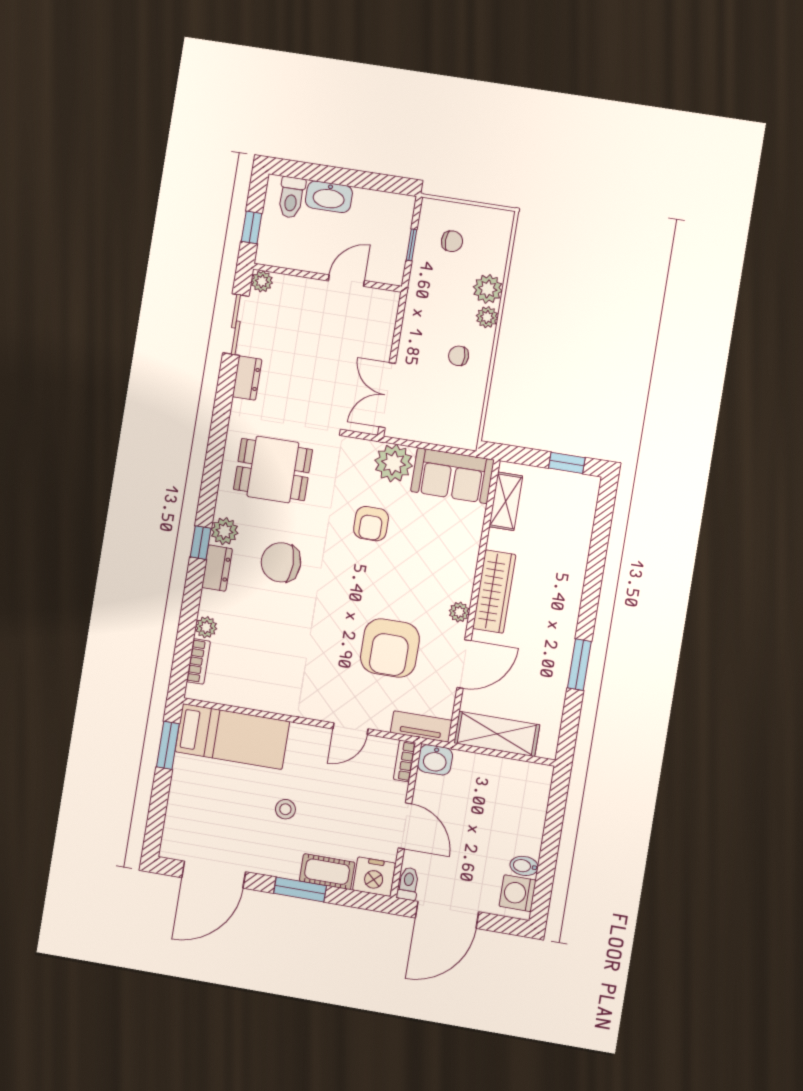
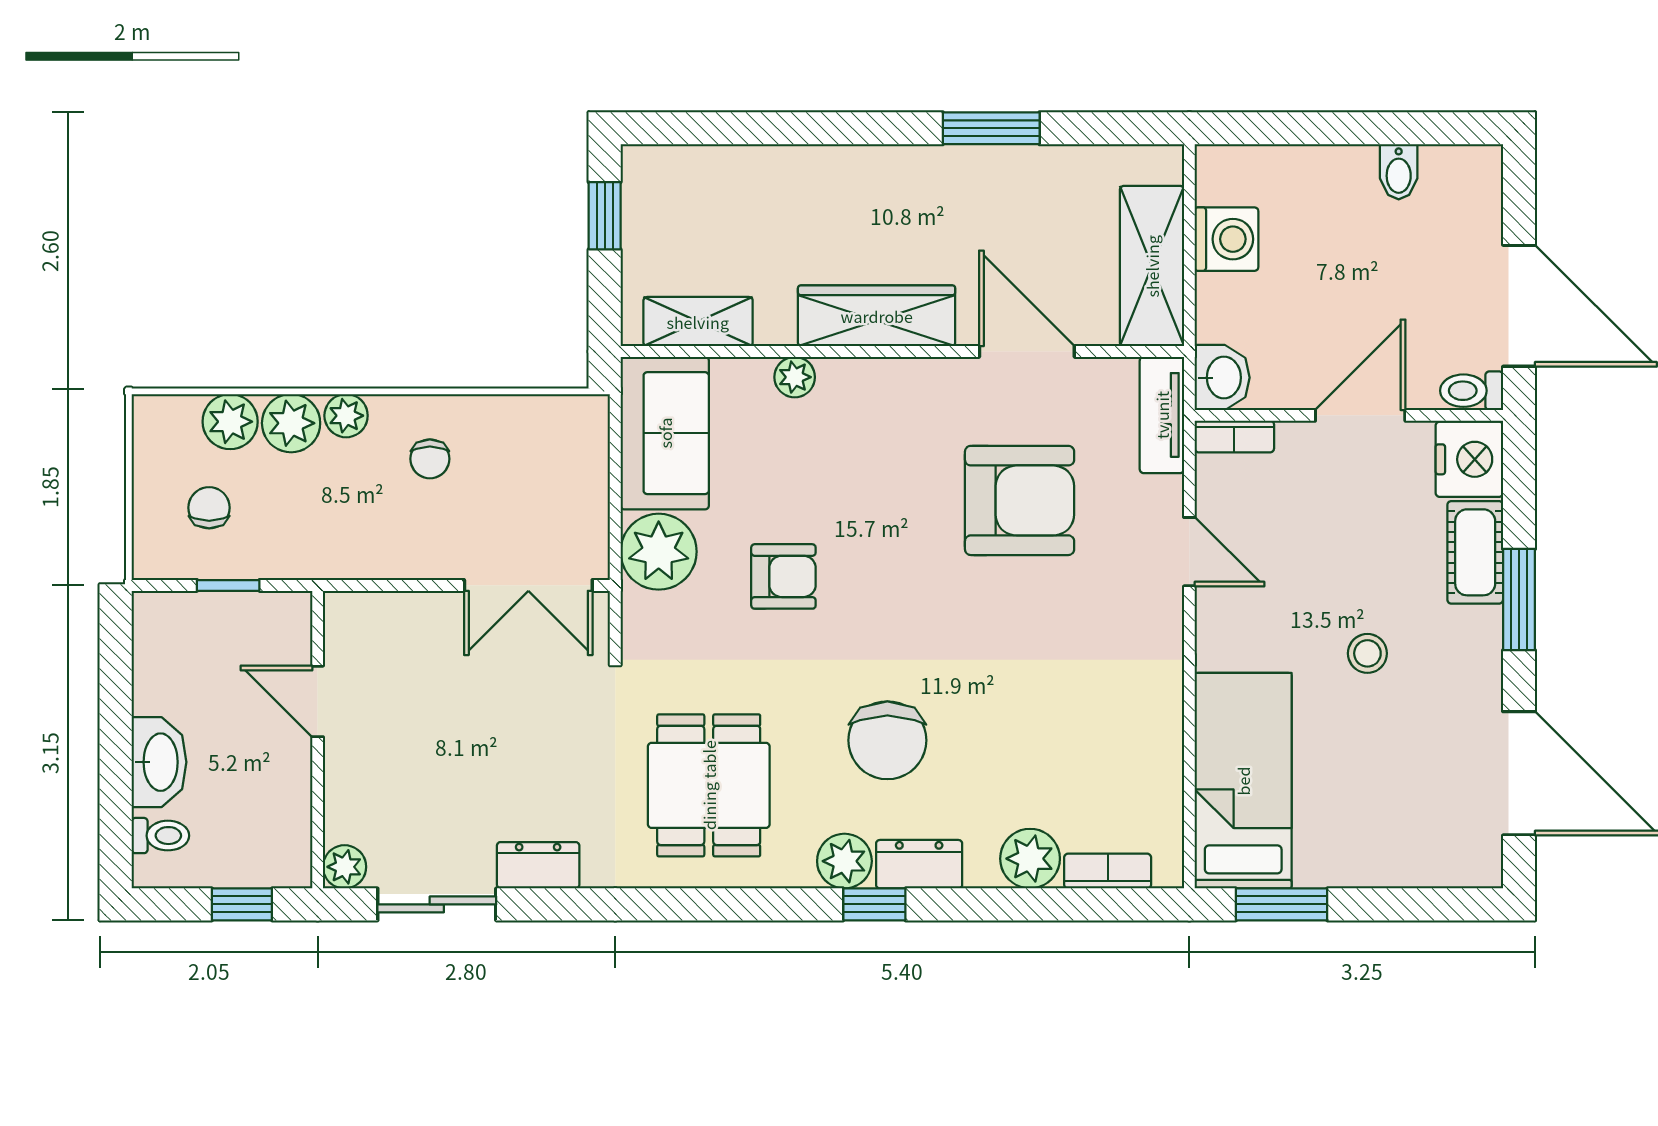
toilet: (291, 197) -> (160, 836), width x0.73, depth x0.72
plant: (493, 258) -> (230, 422), added
plant: (459, 612) -> (795, 377), moved
plant: (206, 627) -> (1030, 859), width x1.38, depth x1.38
washing machine: (518, 893) -> (1226, 239), moved, turned -90

